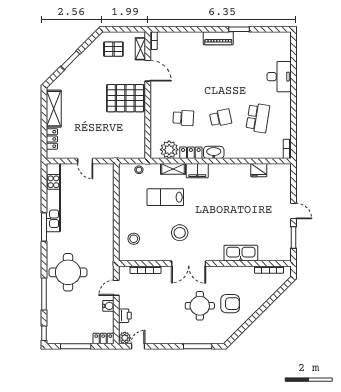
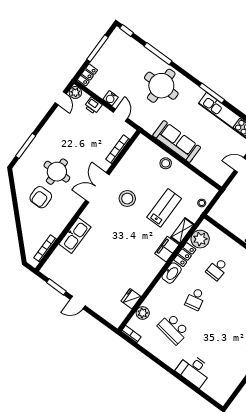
plant: (263, 152) -> (143, 313), added
sofa: (104, 227) -> (177, 142), added
stool: (134, 239) -> (166, 163), moved

